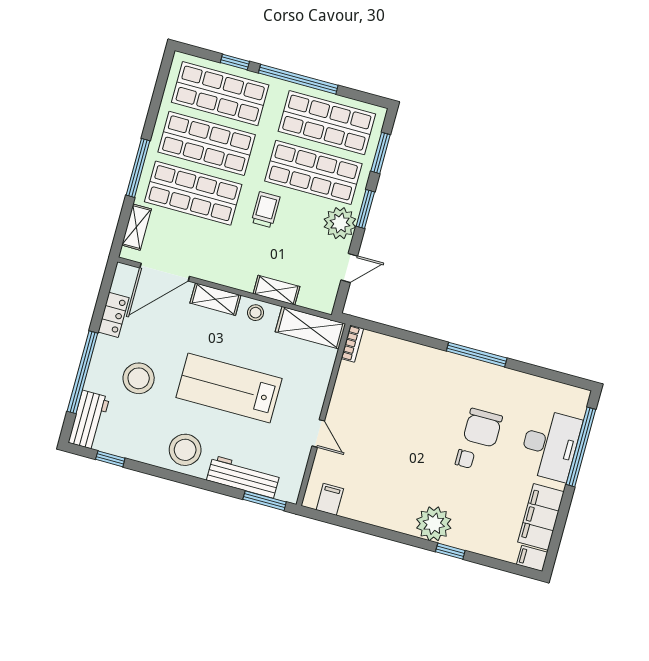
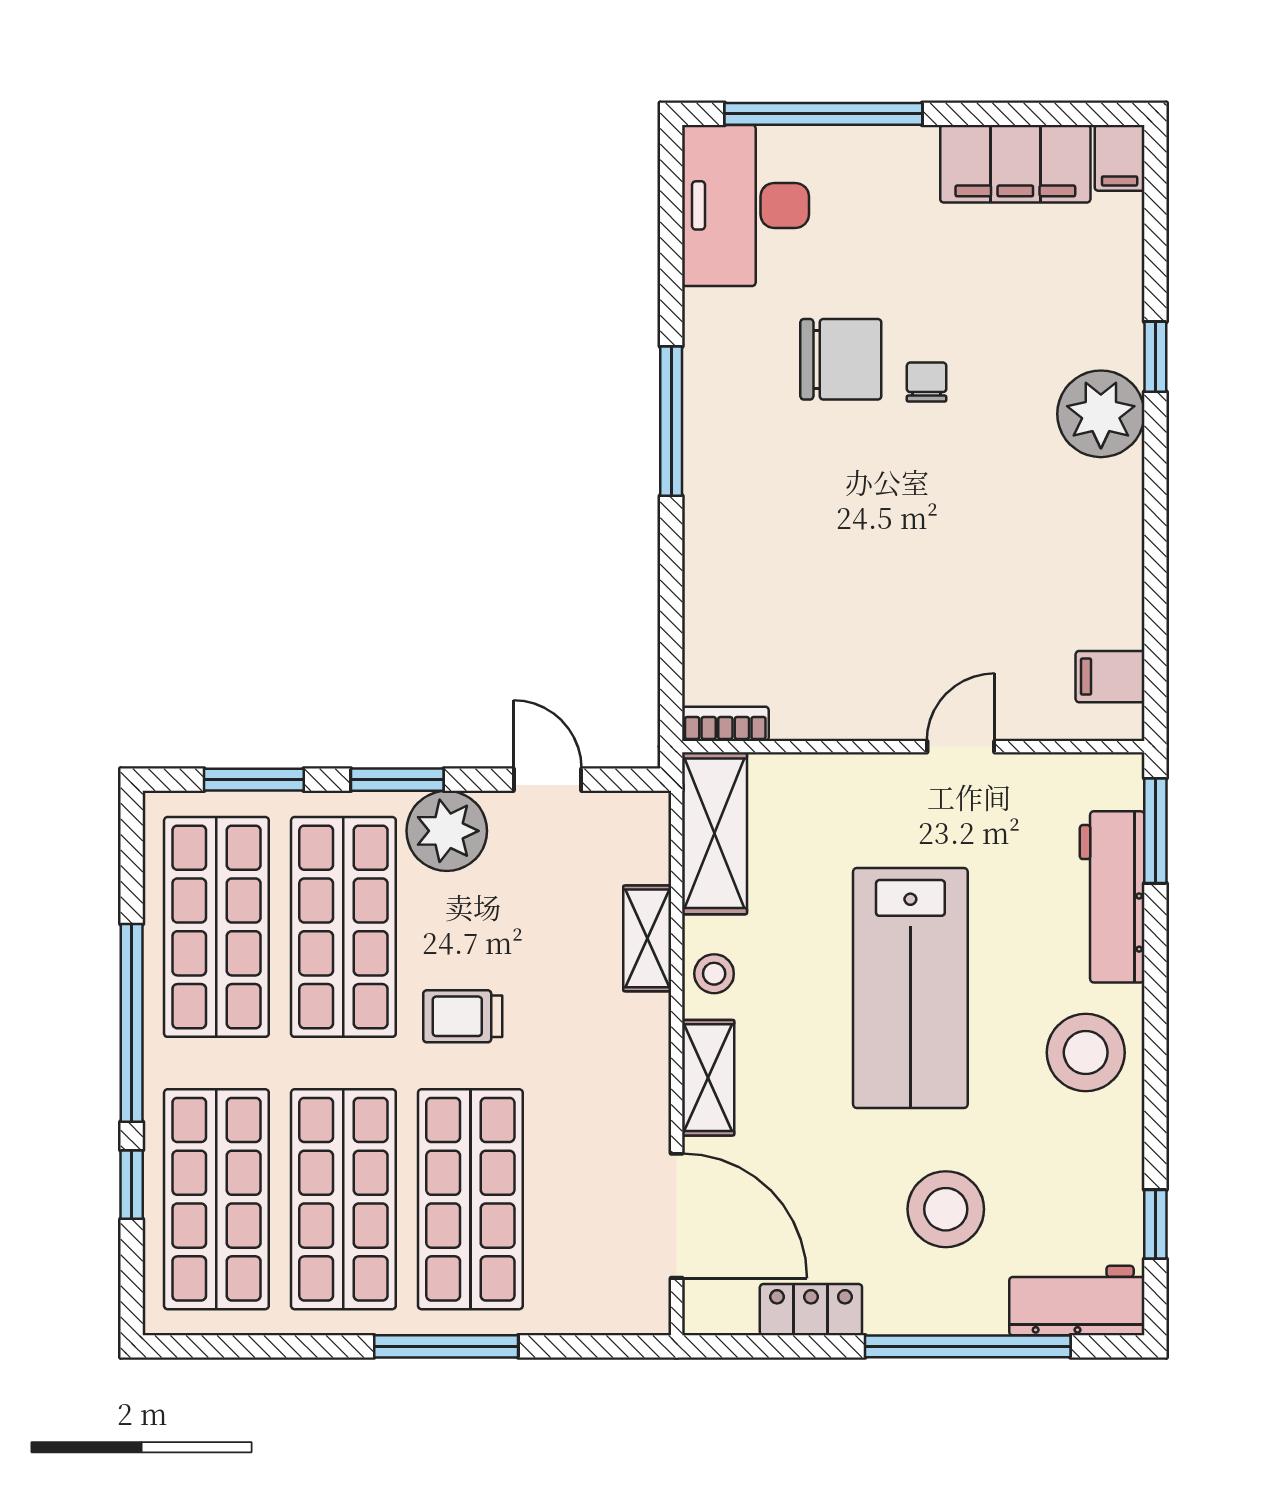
shelving: (137, 227) -> (588, 1312), removed
desk: (550, 445) -> (745, 205), moved, turned -90

